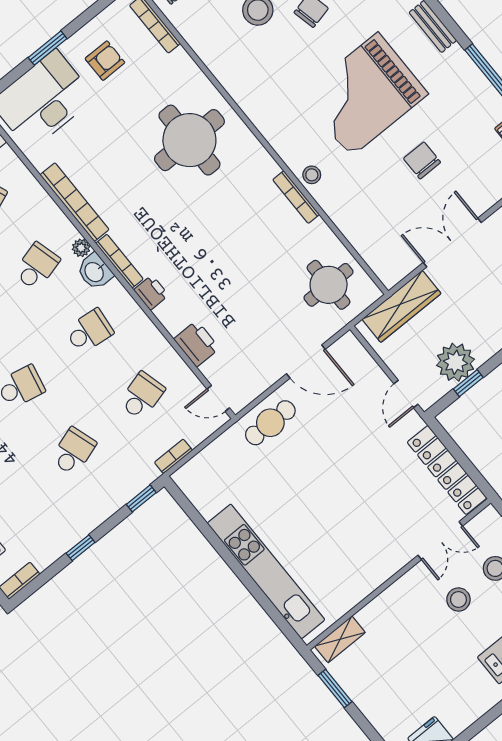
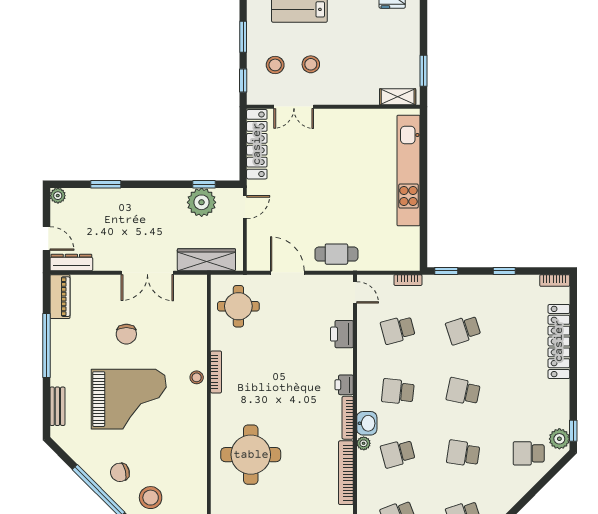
double door: (440, 541) -> (294, 107), swing flipped

